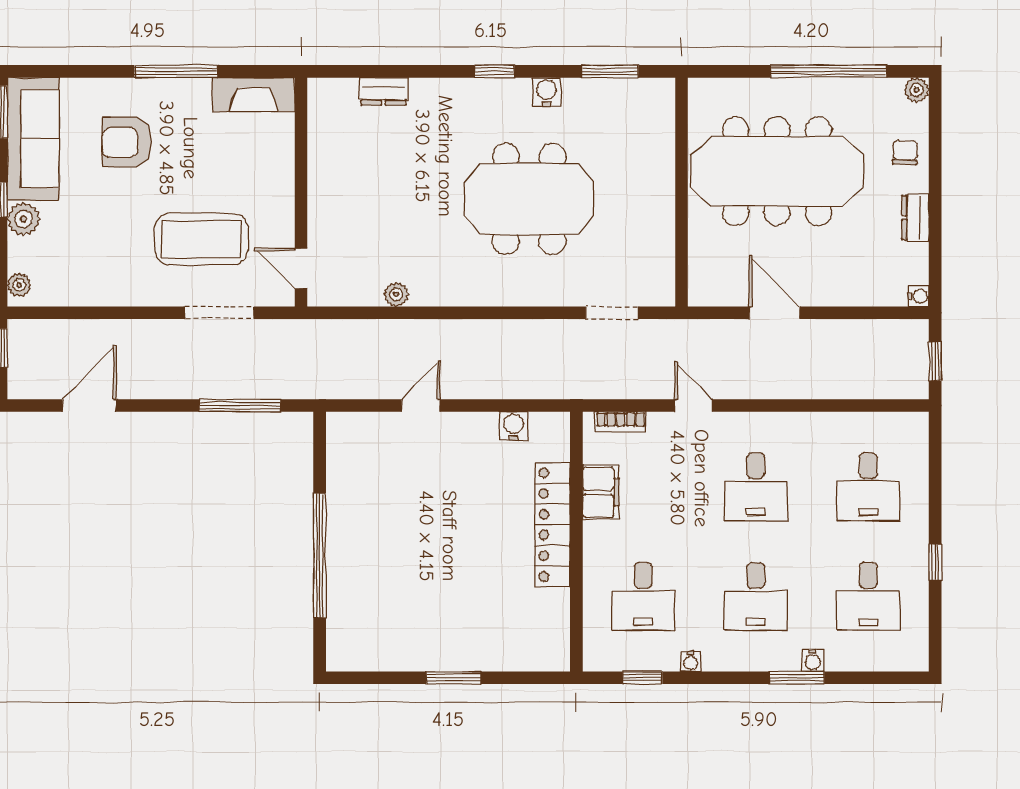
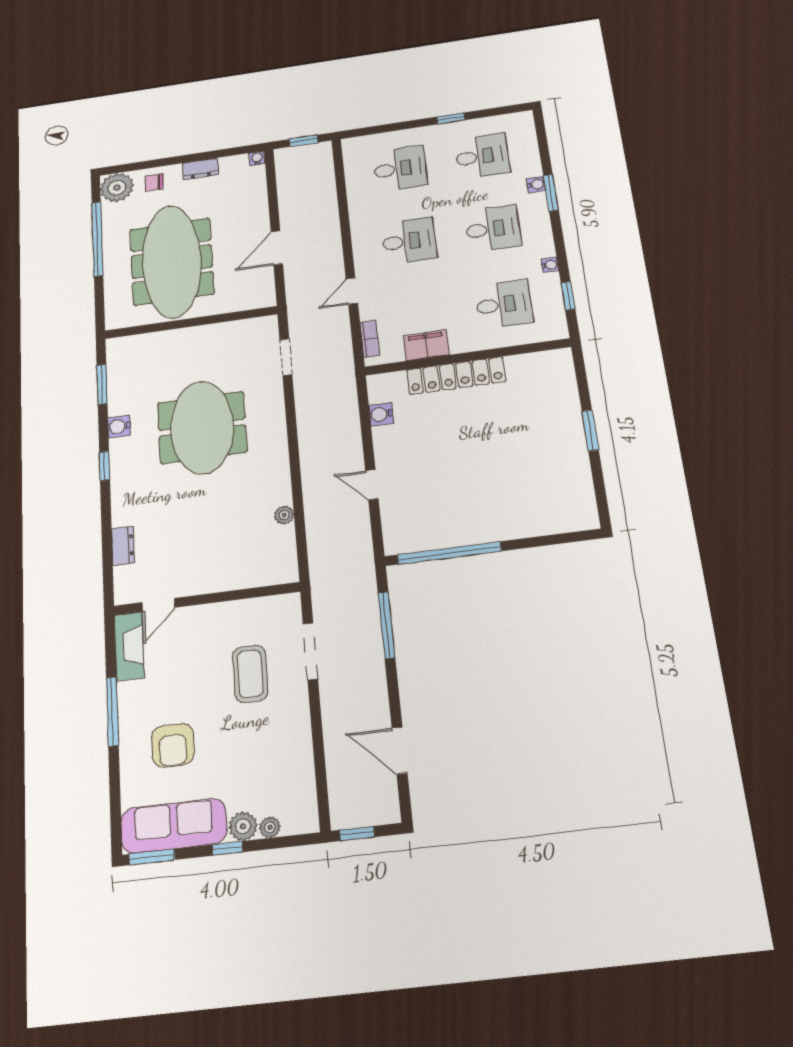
plant: (917, 90) -> (117, 187), width x1.87, depth x1.87
coffee table: (201, 239) -> (250, 674), width x0.73, depth x0.76
door: (301, 268) -> (158, 605), moved
plant: (19, 285) -> (270, 827), moved
window: (320, 556) -> (449, 553), moved

